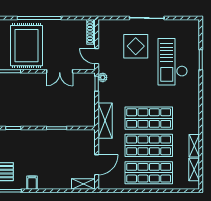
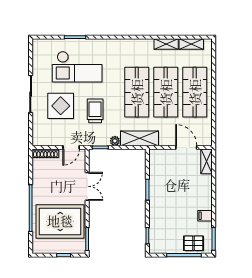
plant: (103, 77) -> (115, 141), moved
trolley: (131, 79) -> (95, 111), added

